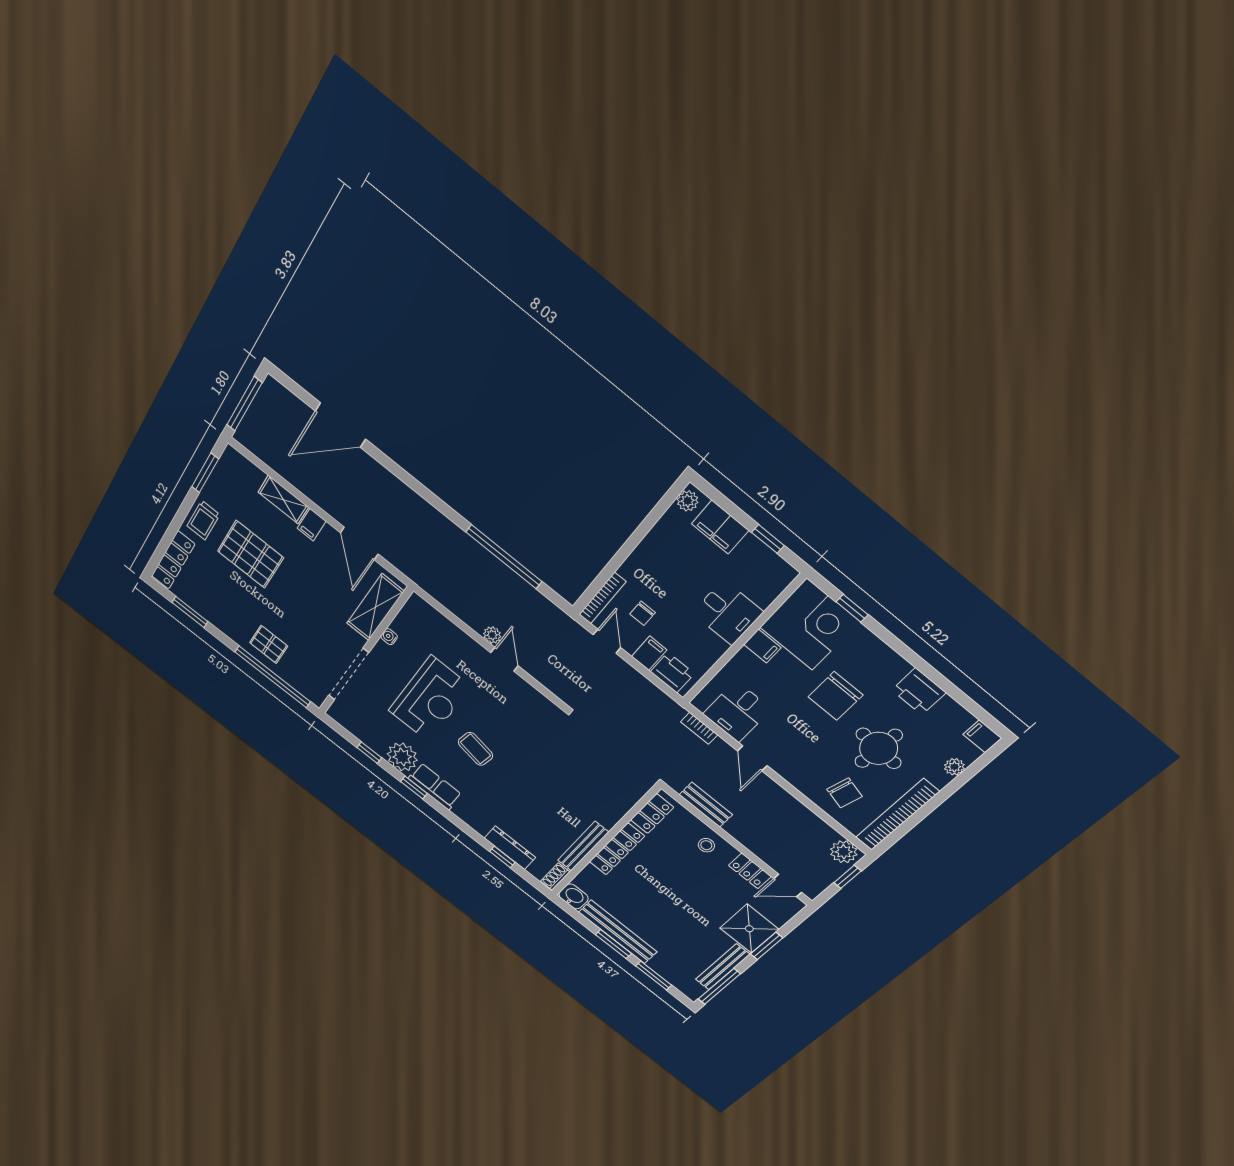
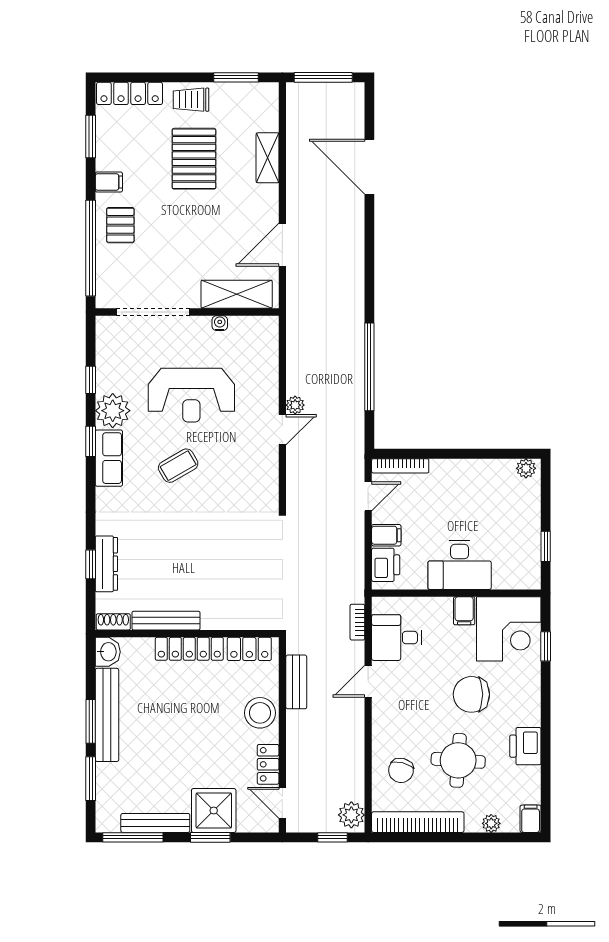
filing cabinet: (312, 525) -> (109, 182), moved, turned 180
filing cabinet: (720, 527) -> (526, 507), removed
desk: (728, 612) -> (460, 565), width x1.37
chair: (643, 613) -> (414, 505), removed
coffee table: (475, 749) -> (178, 466), turned 50
stool: (706, 845) -> (260, 713), width x1.89, depth x1.89

